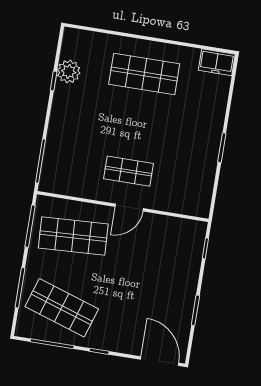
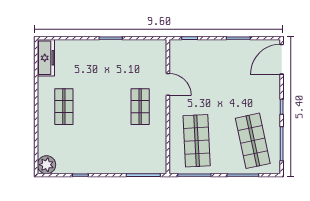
freezer: (217, 62) -> (46, 58), width x1.40
plant: (69, 72) -> (46, 165), moved
shop shelf: (144, 74) -> (64, 107), width x0.70, depth x0.74
door: (129, 208) -> (168, 84), moved
shop shelf: (62, 308) -> (253, 141), turned -30

